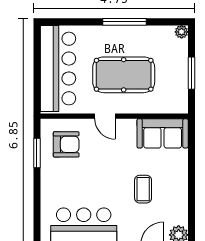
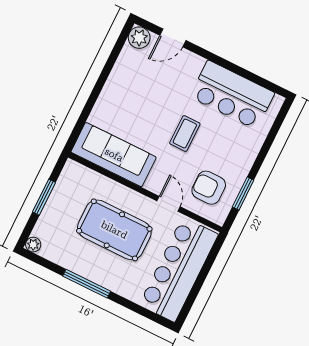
door: (105, 116) -> (169, 204), moved
sofa: (163, 133) -> (114, 155), width x1.36
coffee table: (143, 189) -> (185, 134), moved

